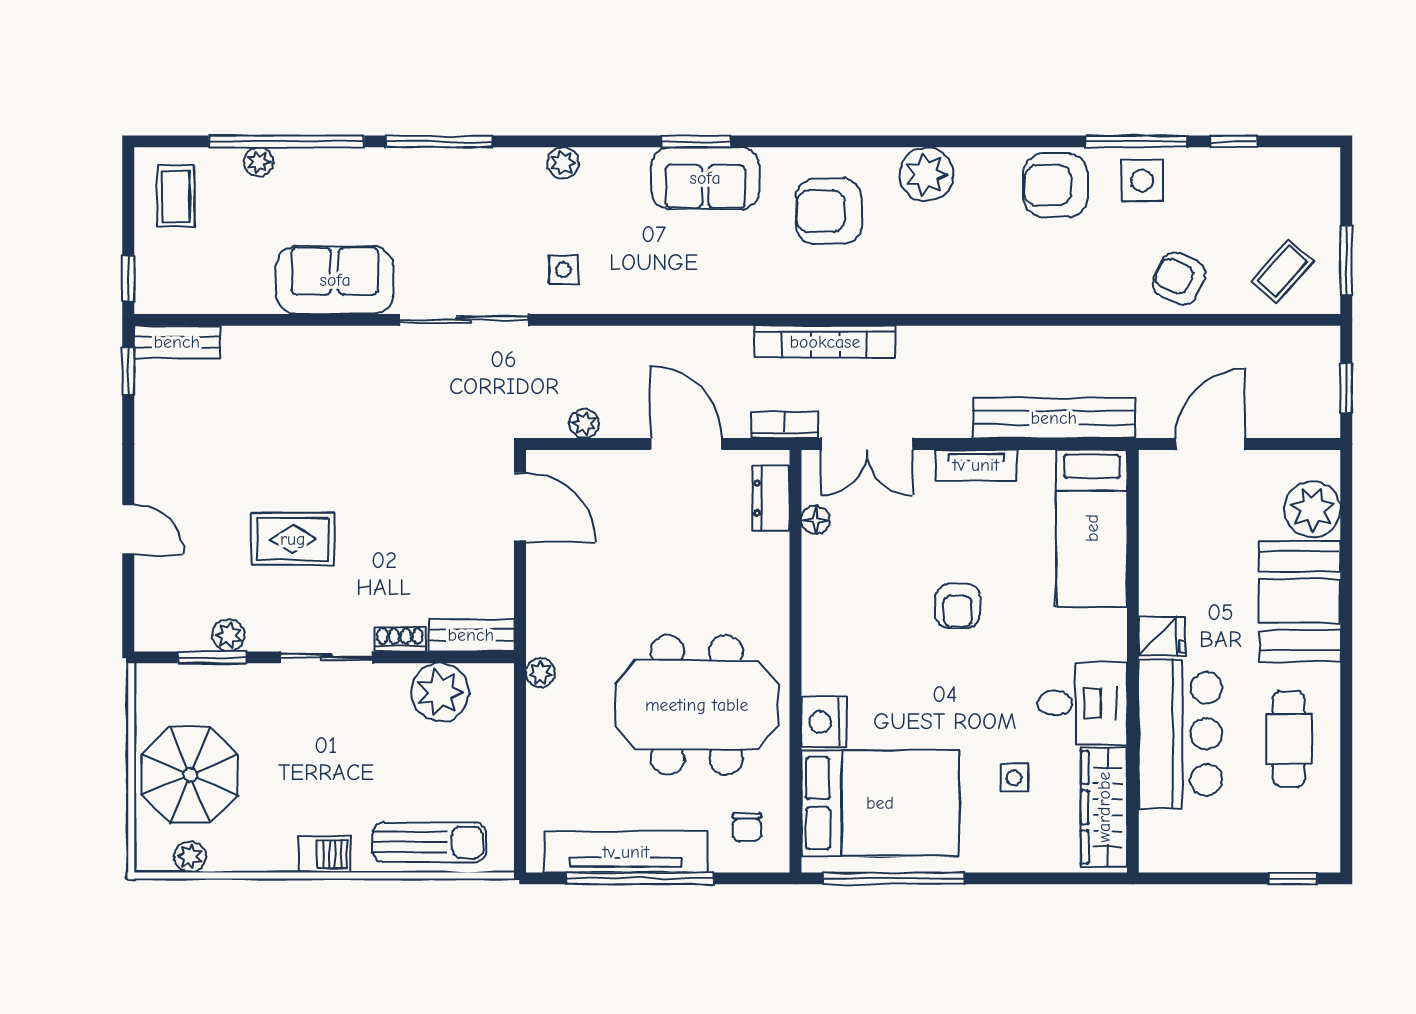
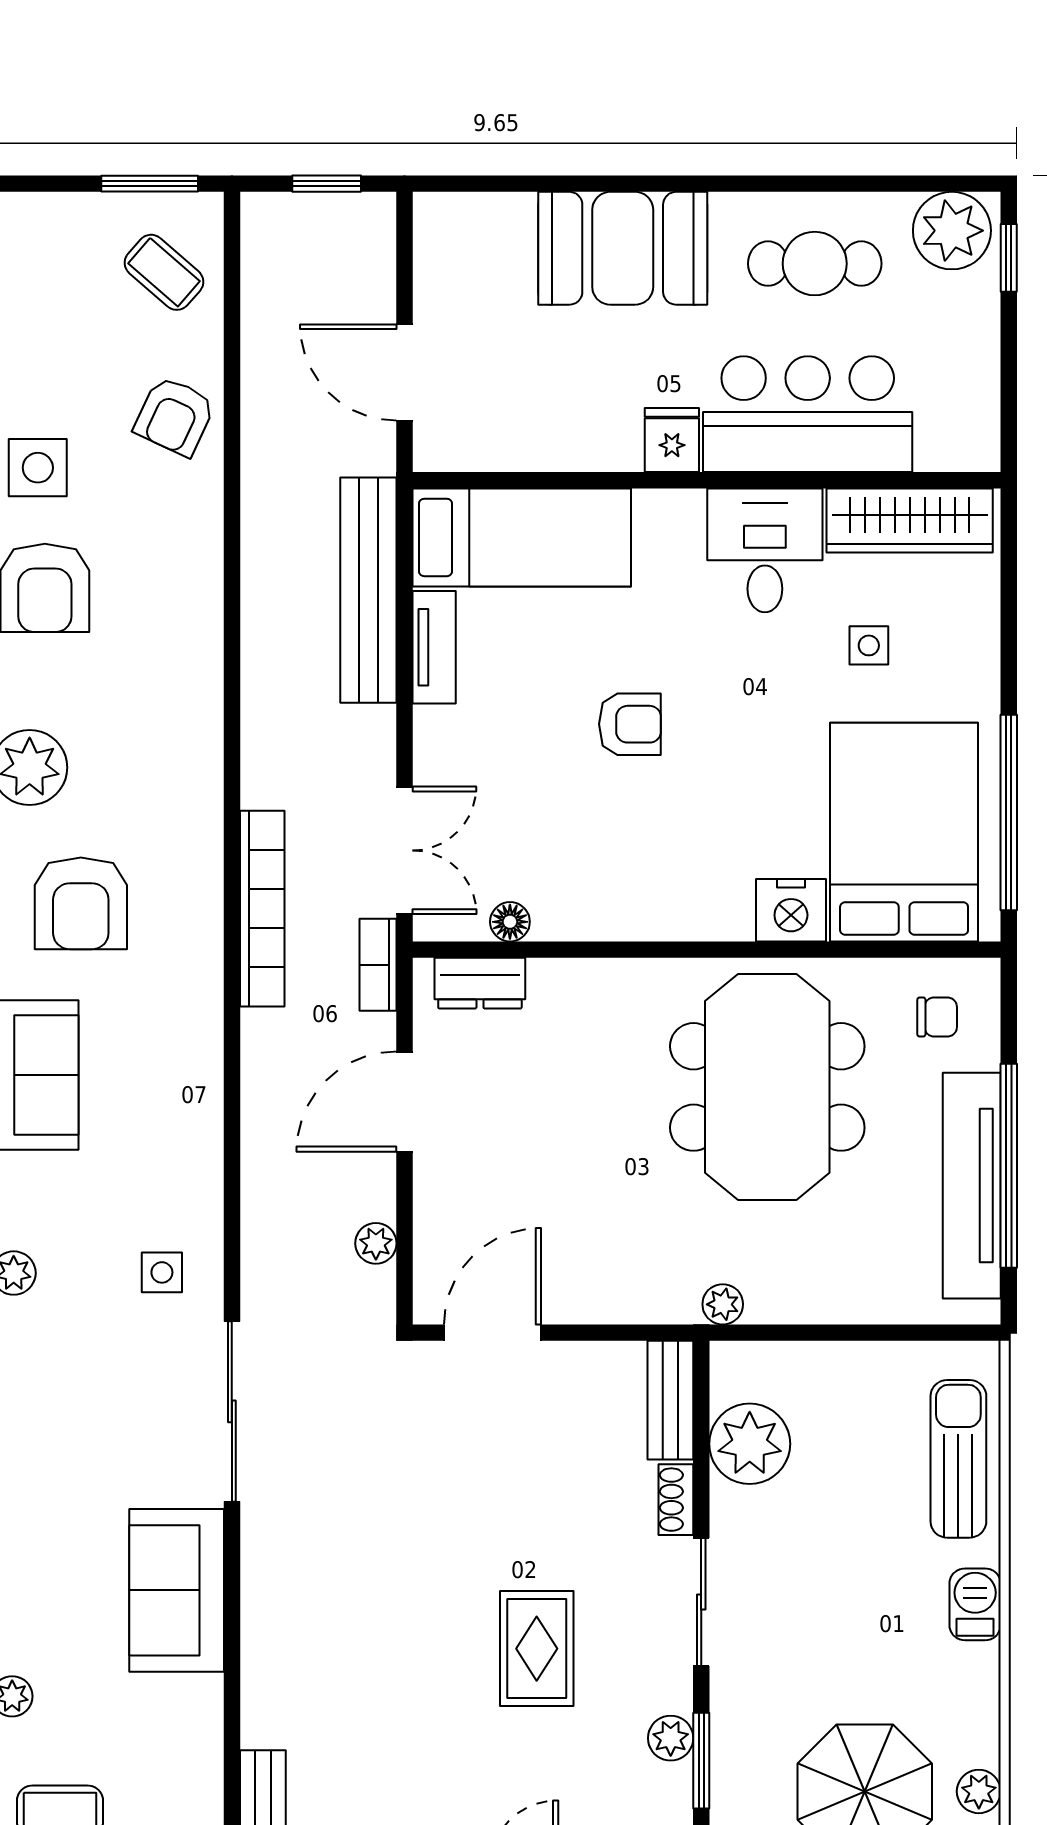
tv unit: (976, 465) -> (434, 647), moved
plant: (1312, 509) -> (952, 231), moved

